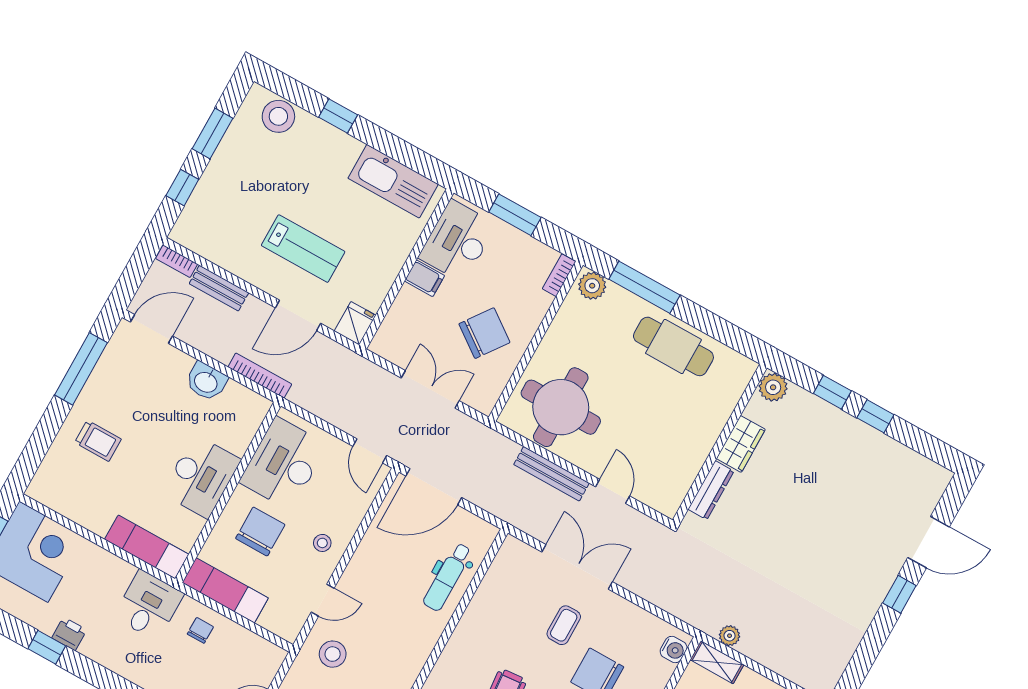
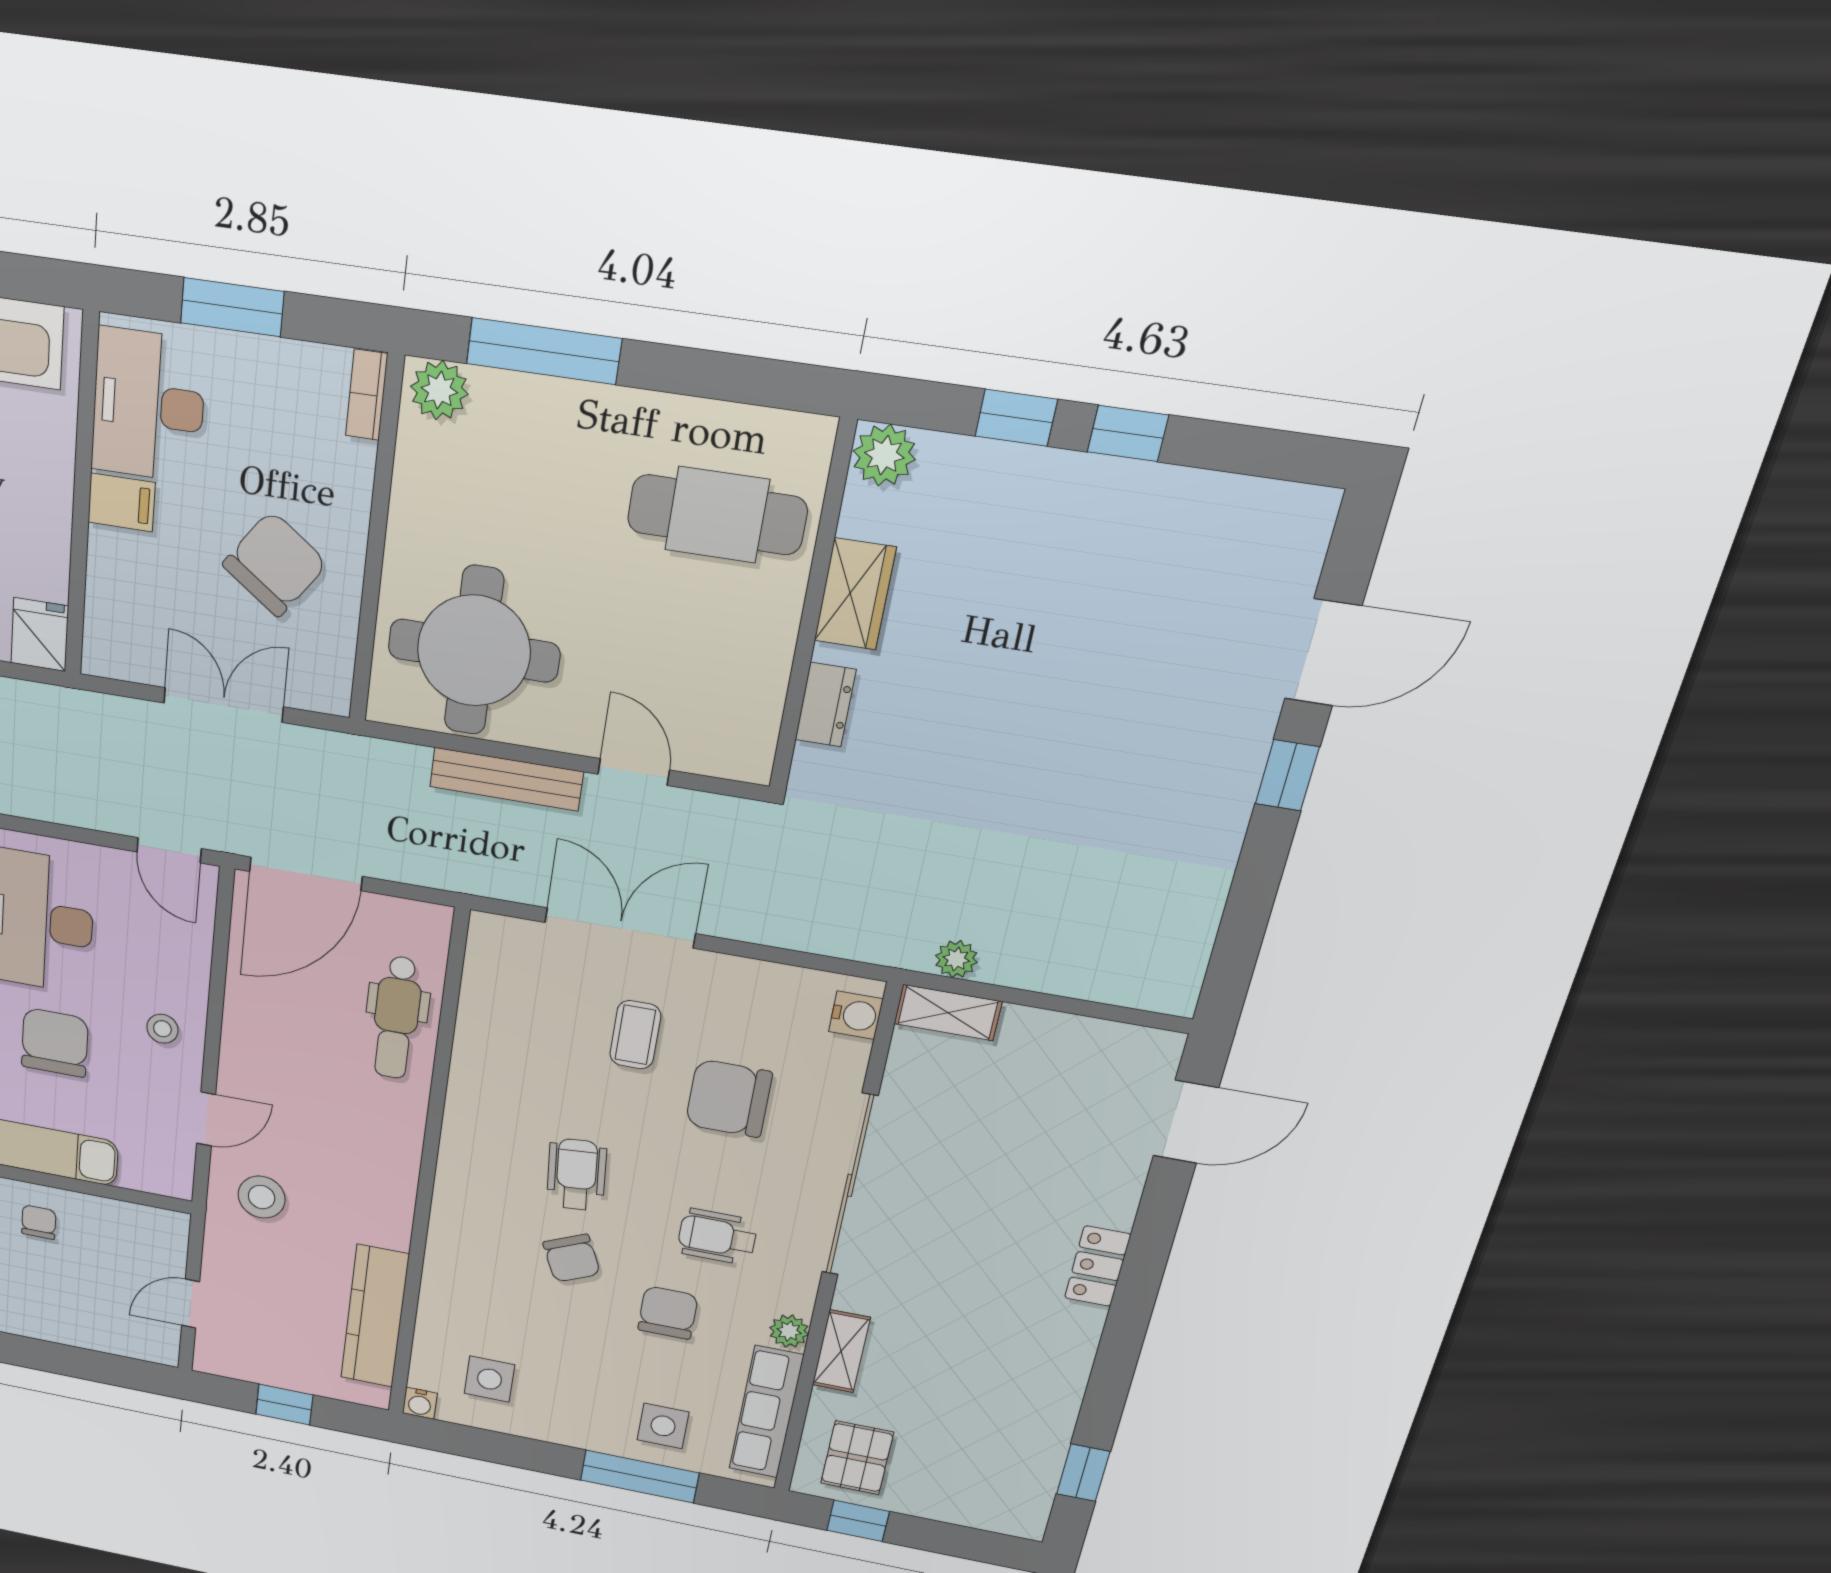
cafe table: (673, 346) -> (717, 515), moved
dresser: (711, 490) -> (826, 705), width x0.70

